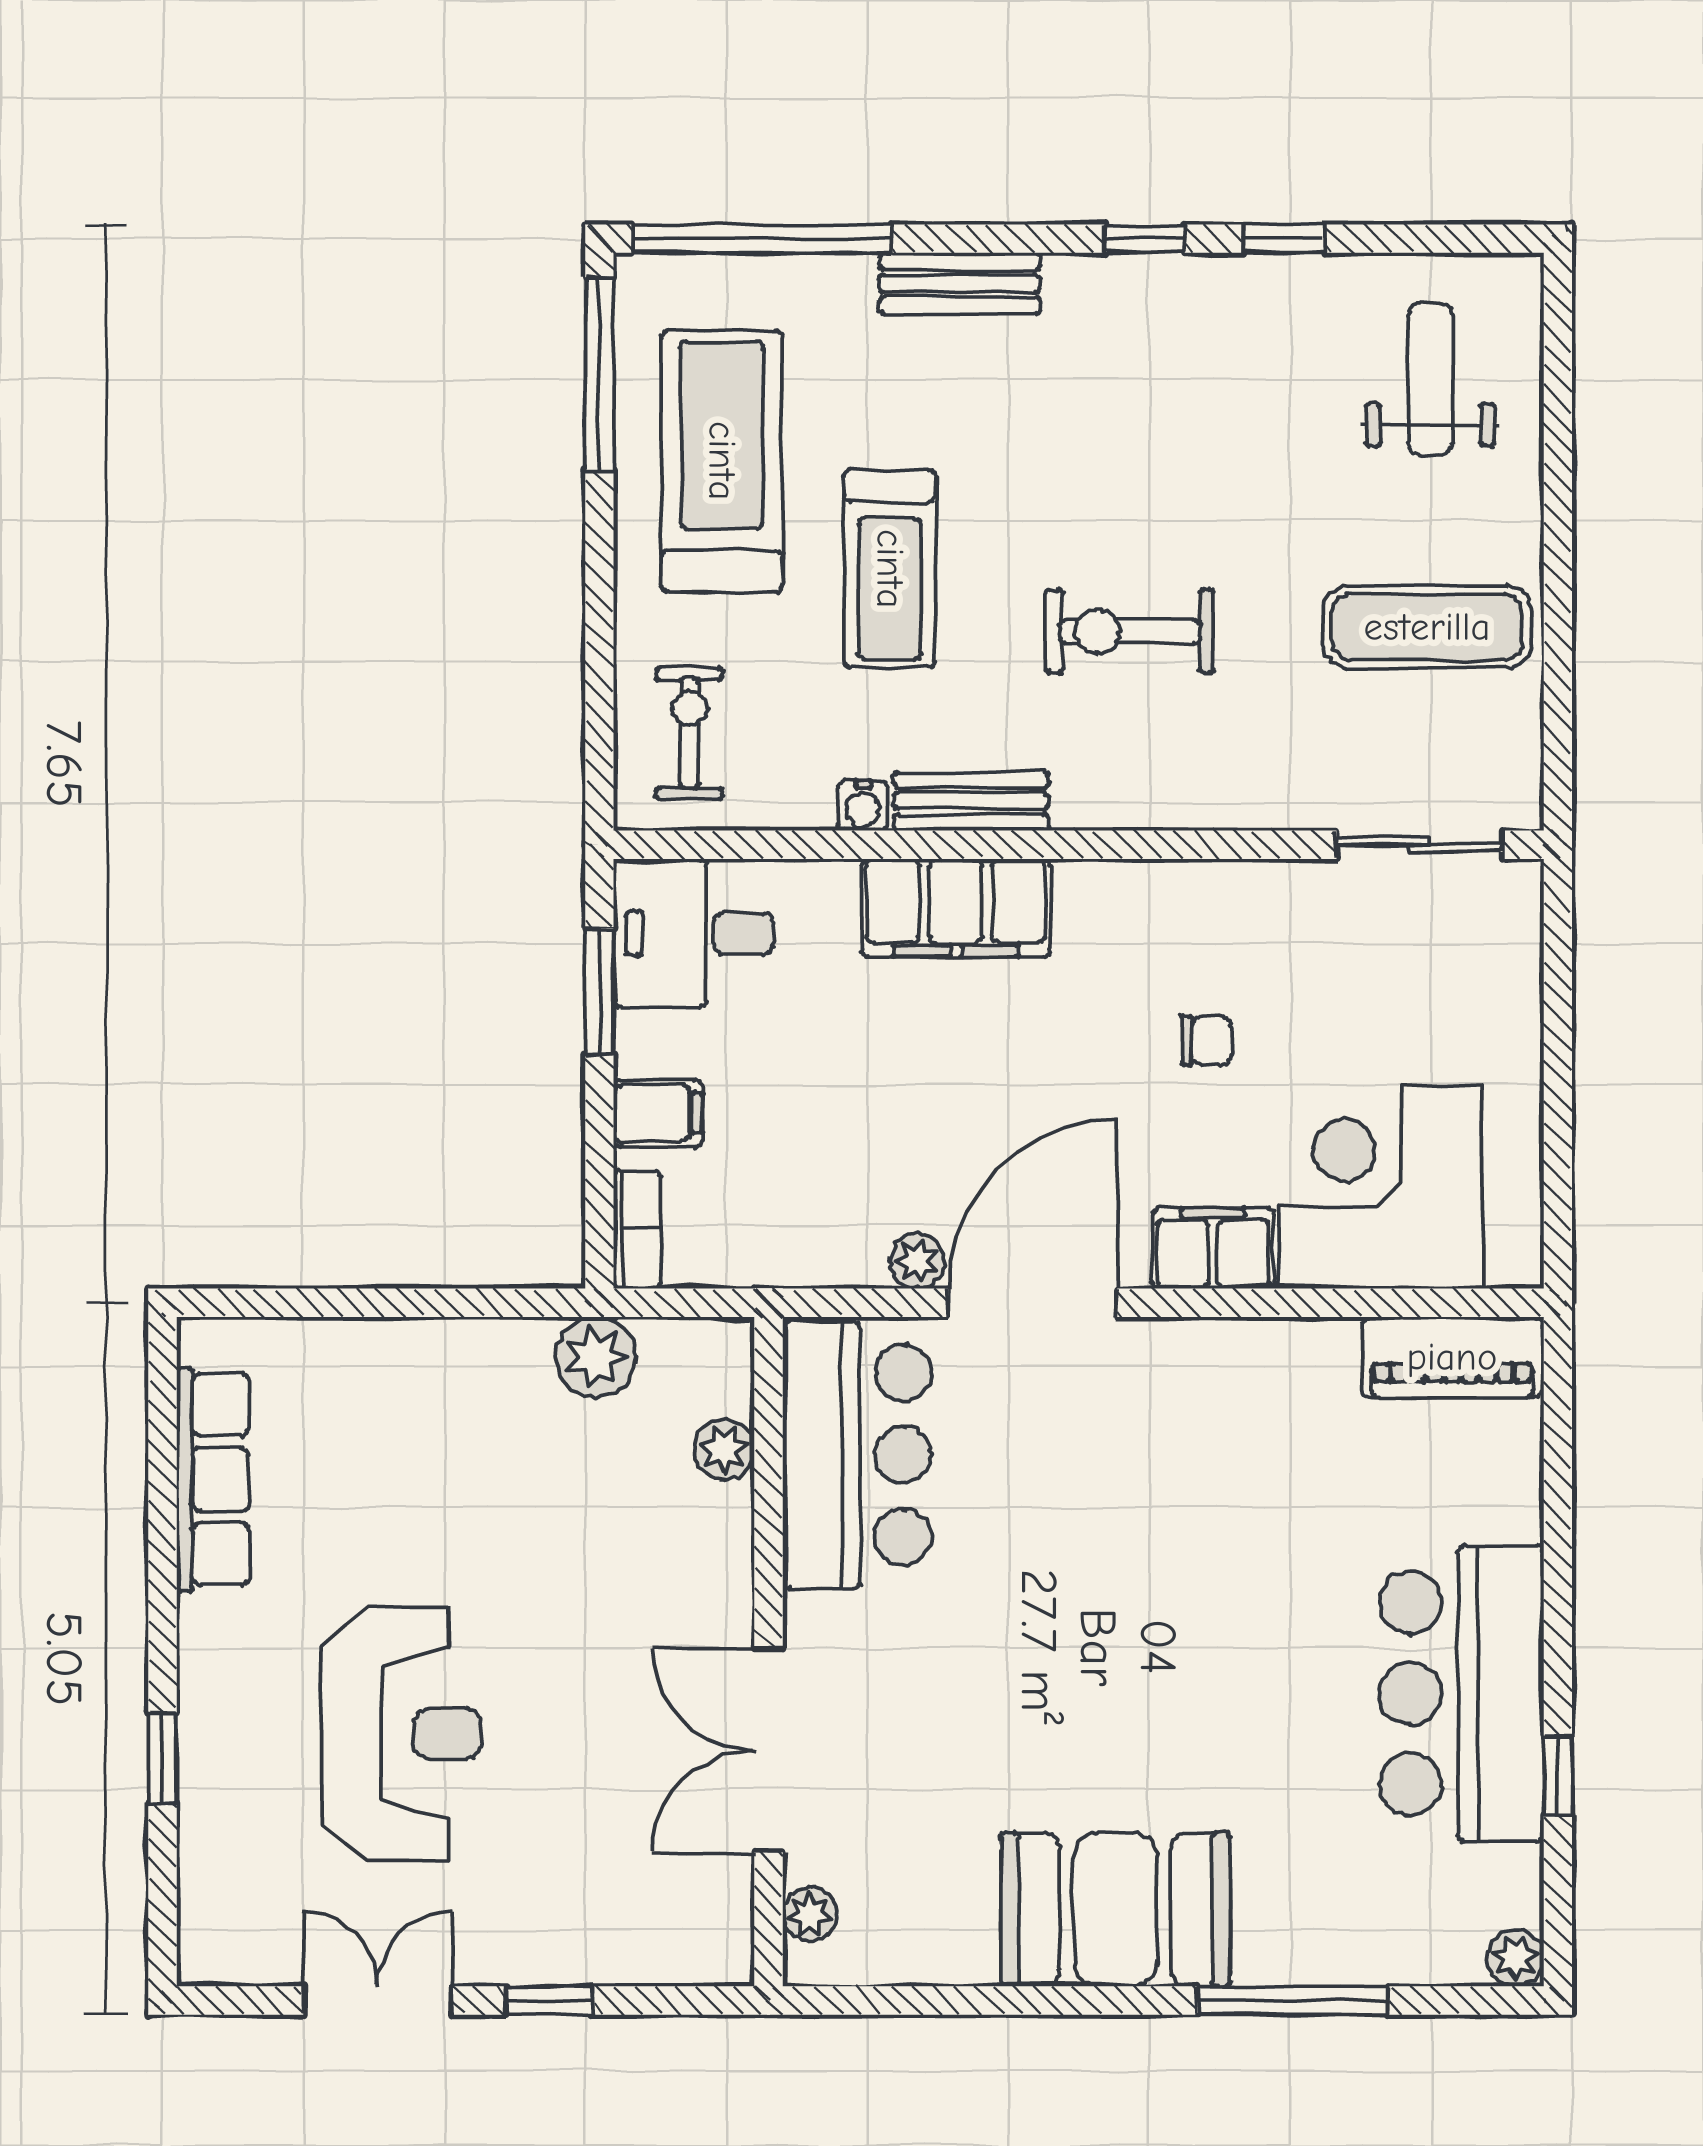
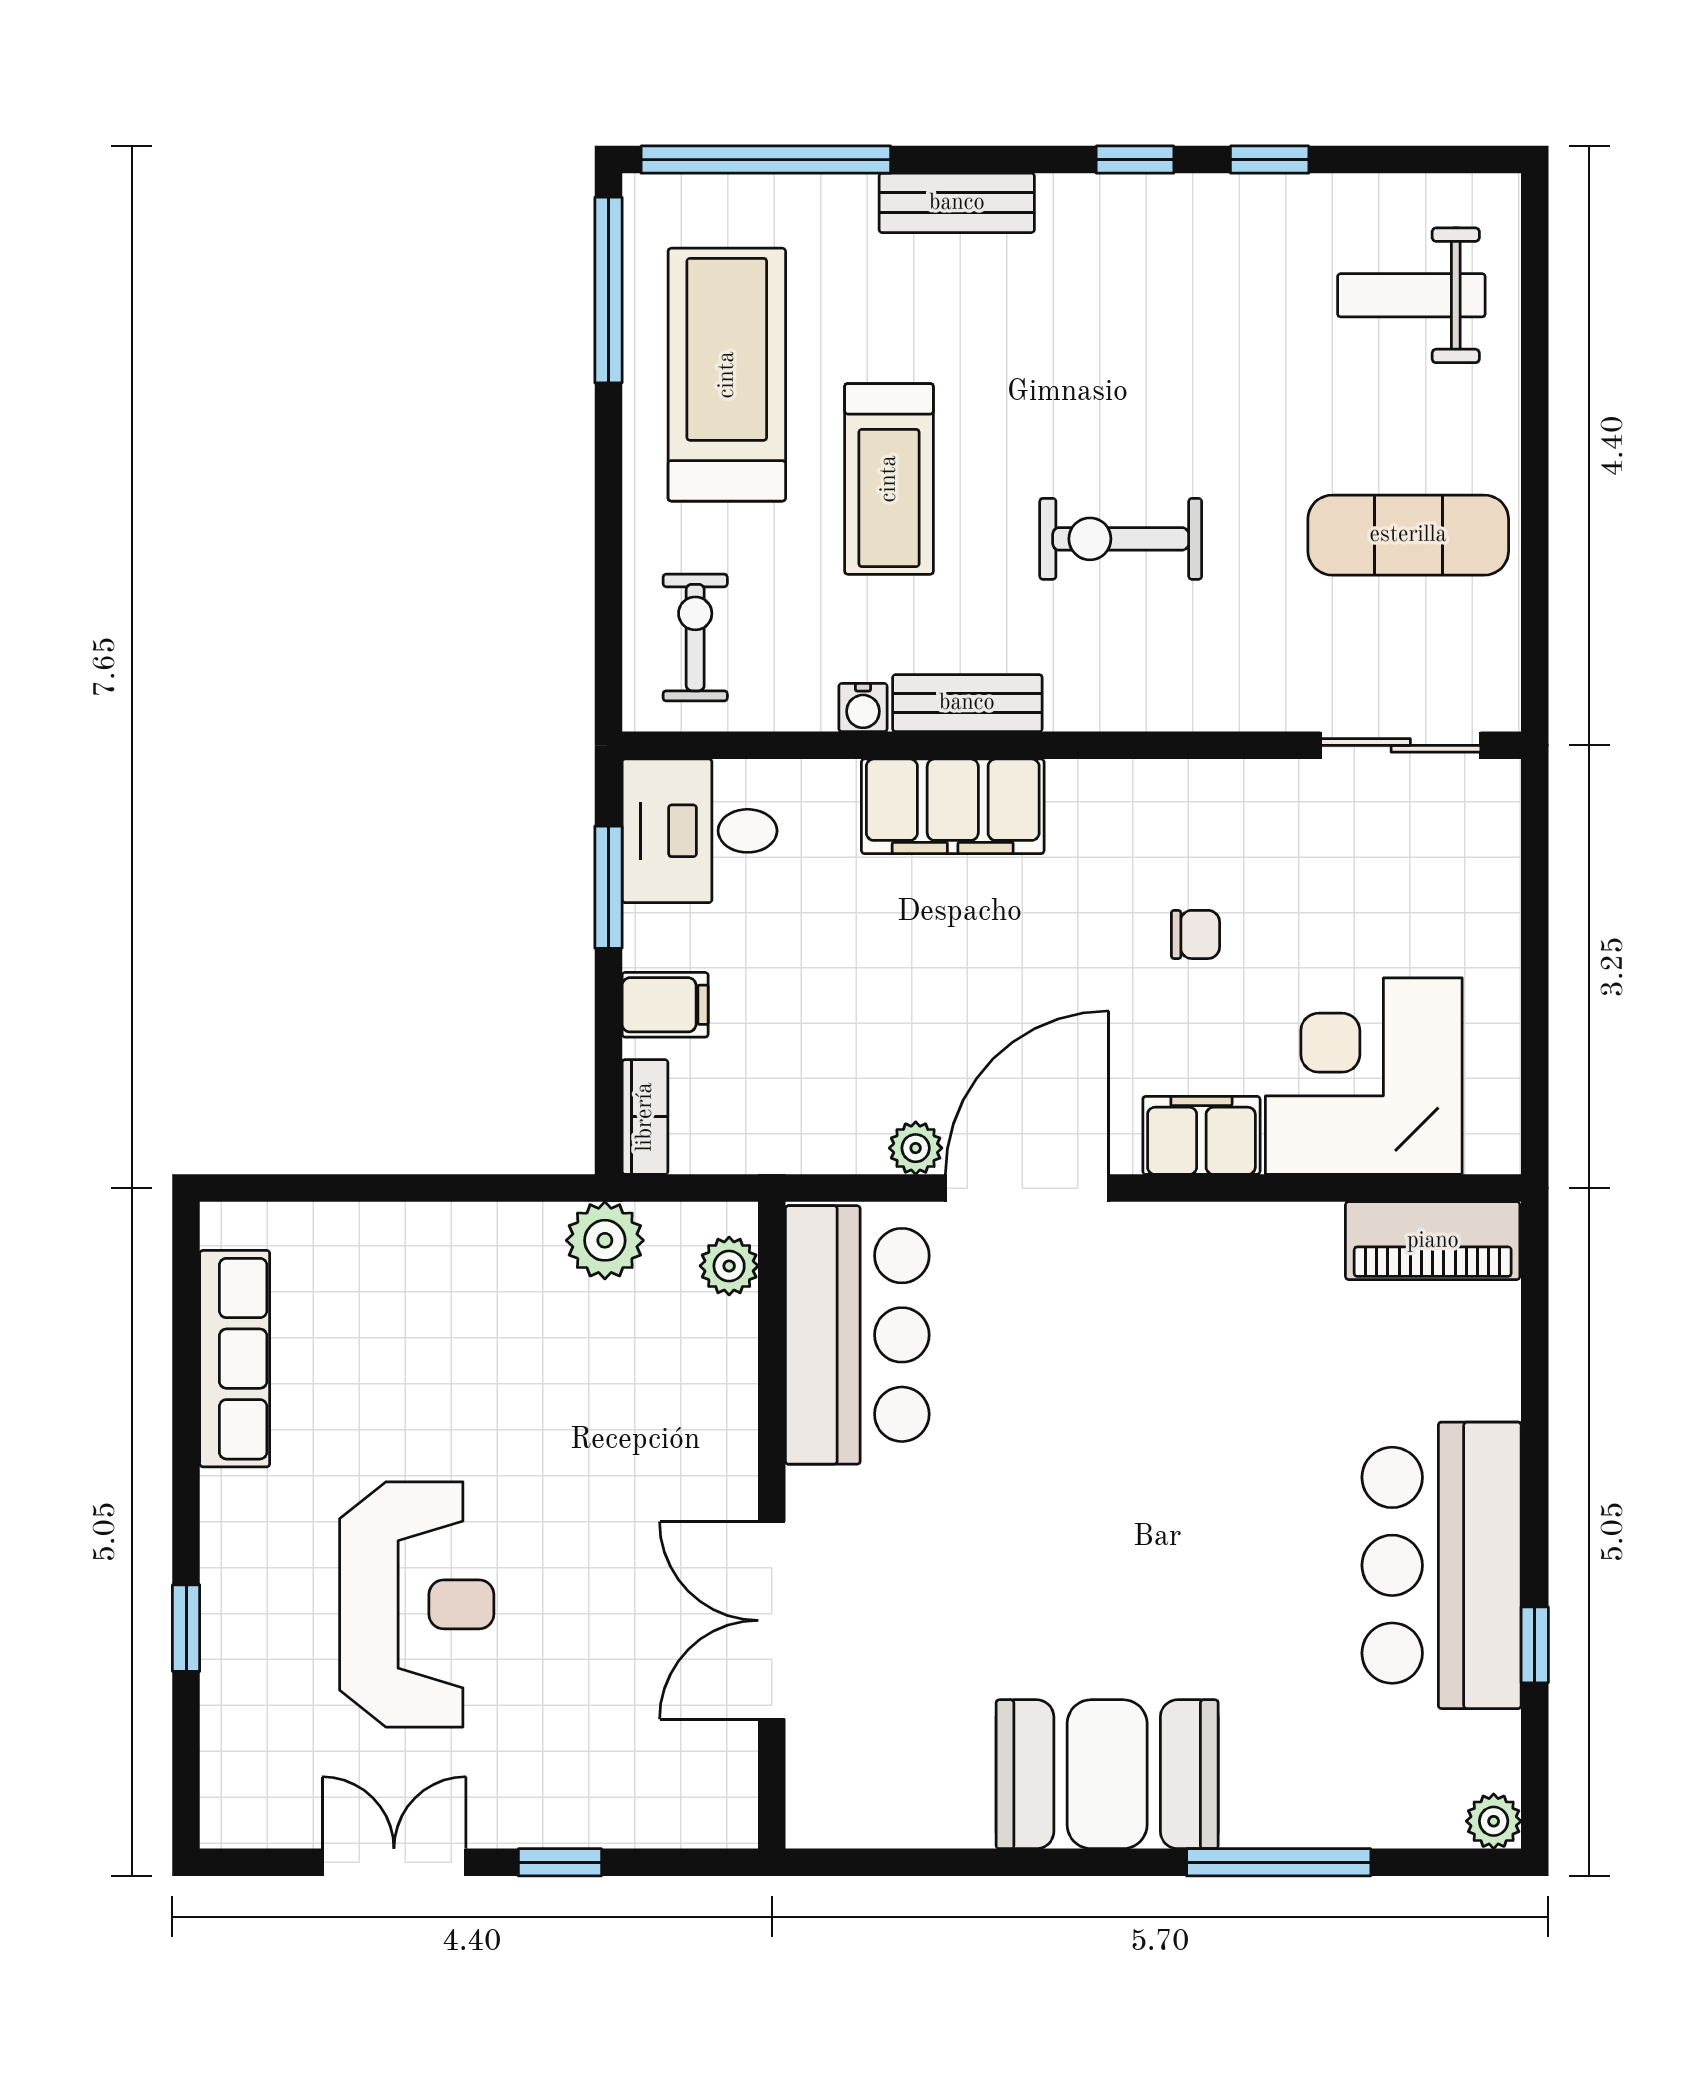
weight bench: (1430, 379) -> (1411, 295), turned -90
plant: (724, 1449) -> (729, 1266), moved
plant: (810, 1914) -> (812, 1779), removed

